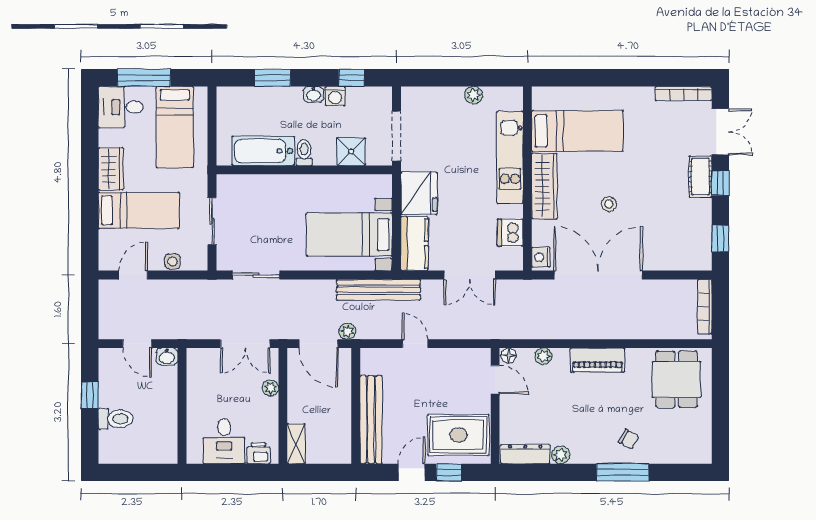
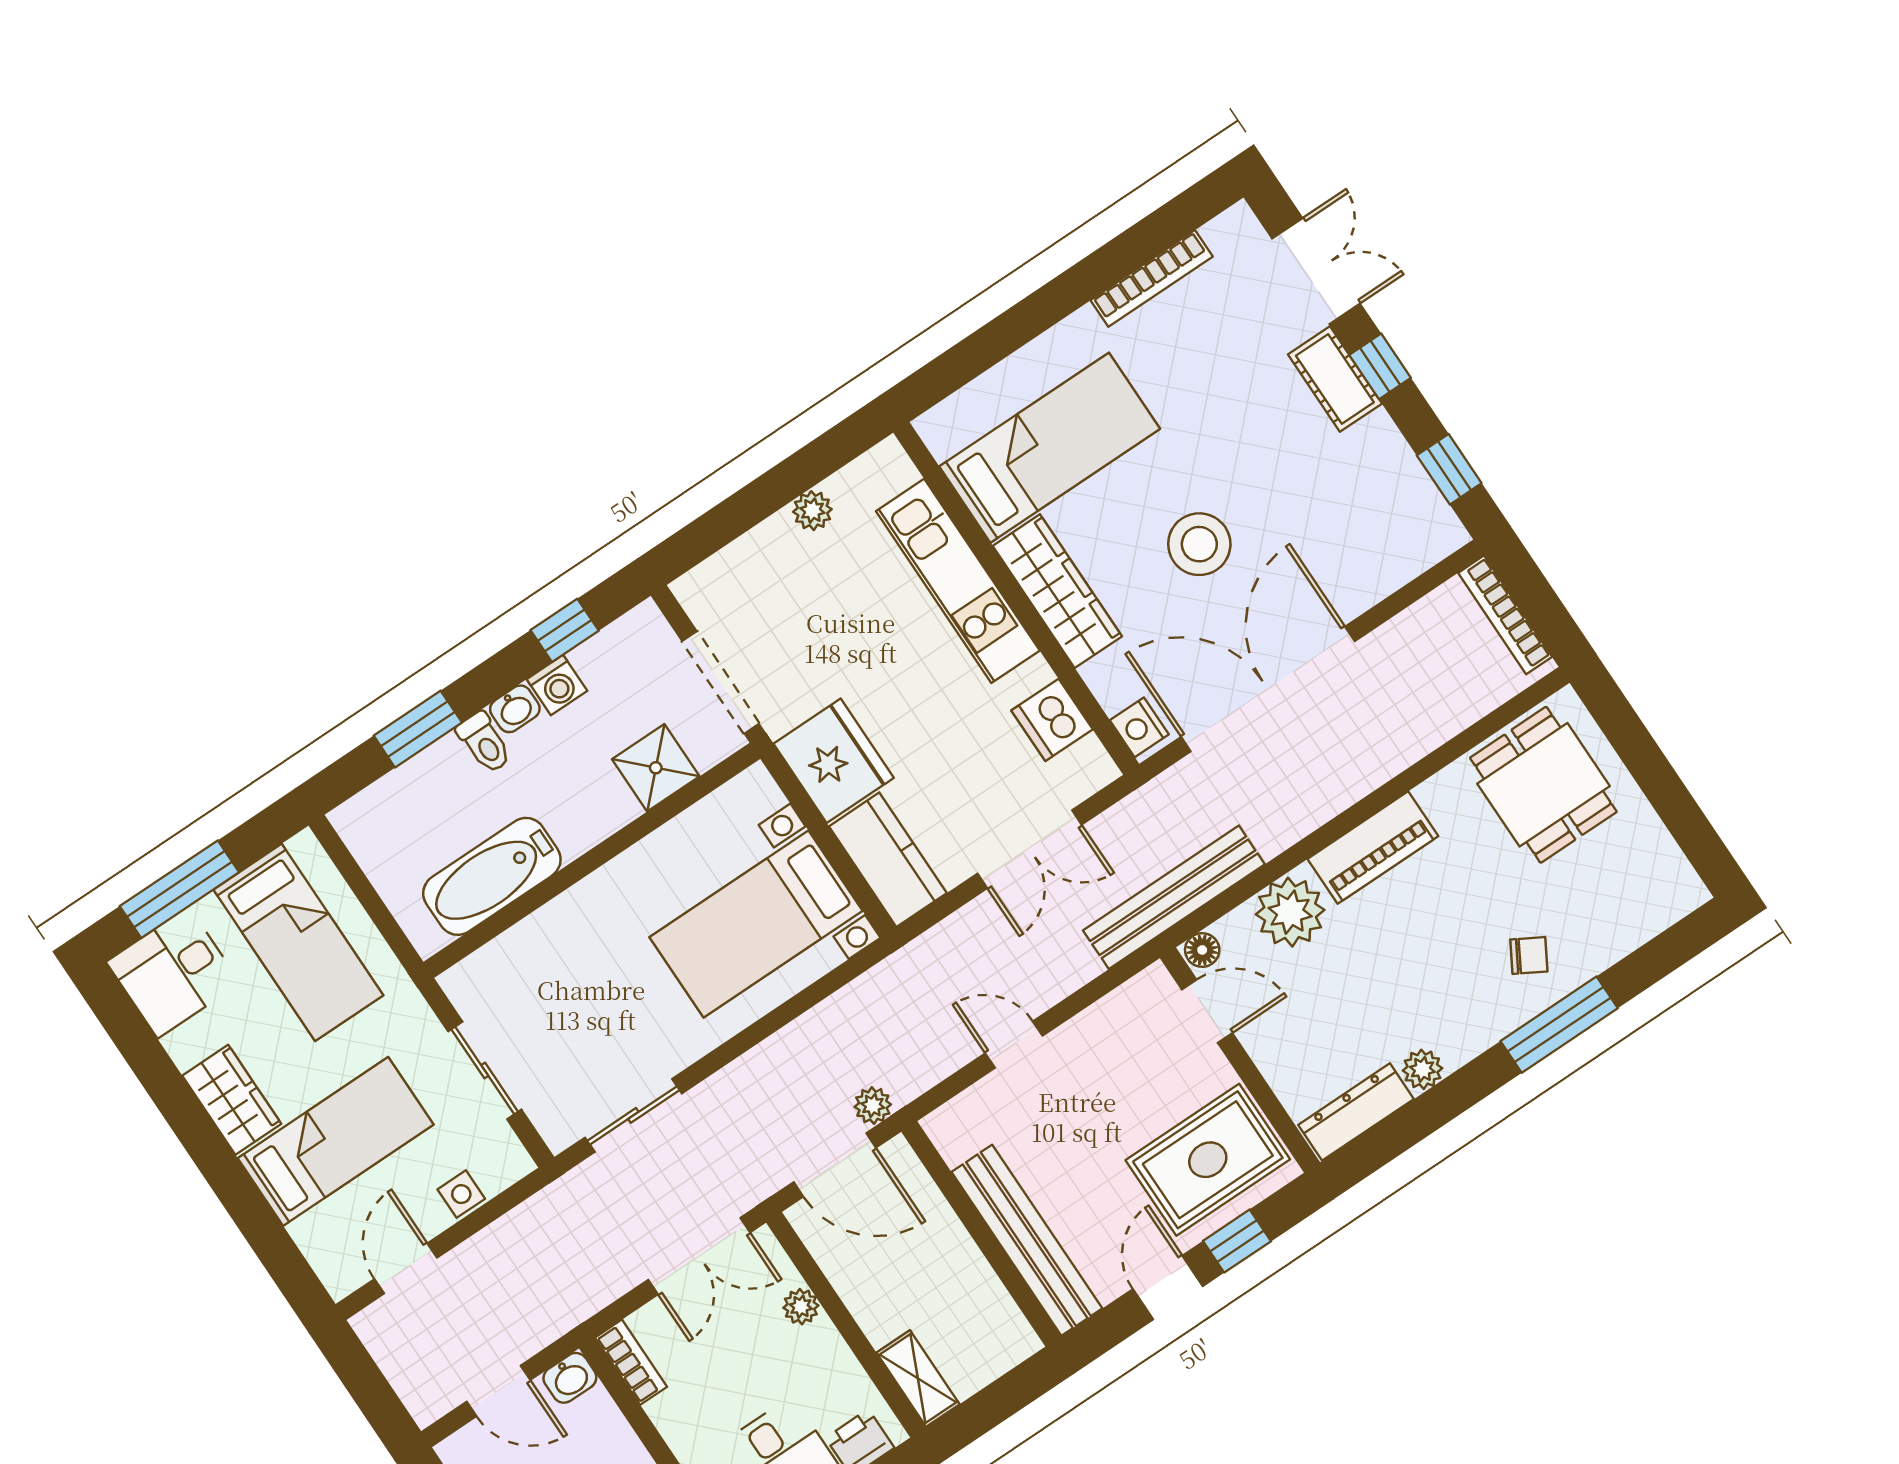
bookcase: (684, 94) -> (1152, 278), moved
toilet: (304, 153) -> (484, 743), moved, turned 180
stool: (609, 204) -> (1199, 544), width x1.89, depth x1.89
bench: (379, 290) -> (1174, 897), moved
plant: (543, 356) -> (1290, 912), width x1.88, depth x1.88
bookcase: (194, 366) -> (631, 1362), added

